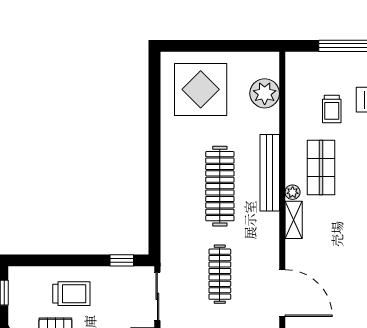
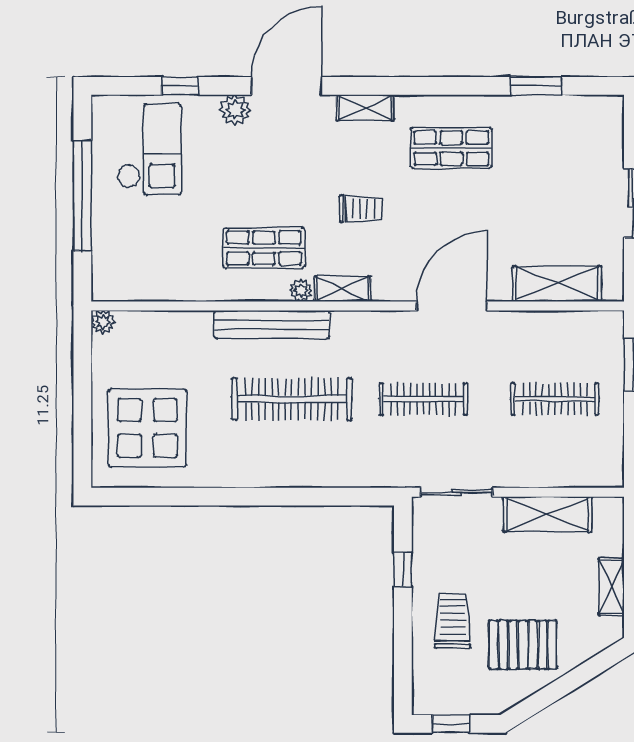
plant: (265, 93) -> (103, 322), moved, width x0.53, depth x0.53
trolley: (332, 109) -> (361, 209), moved
window: (122, 260) -> (403, 570), moved

